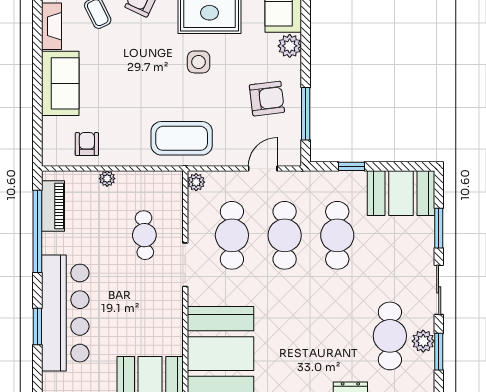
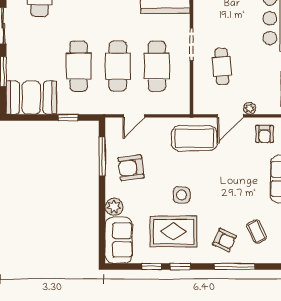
door: (133, 168) -> (230, 116), added
plant: (196, 182) -> (183, 106), removed

